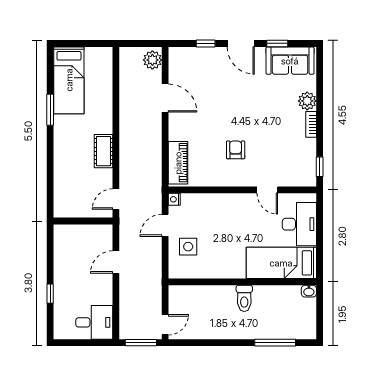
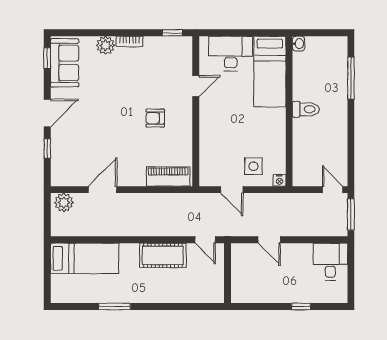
window: (277, 43) -> (47, 58), moved
bed: (69, 80) -> (85, 258), moved
cot: (103, 151) -> (163, 255), width x1.37, depth x1.34
nightstand: (174, 199) -> (280, 180), moved

